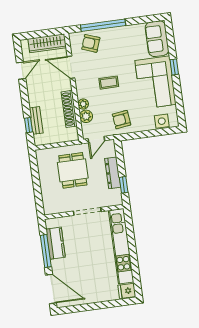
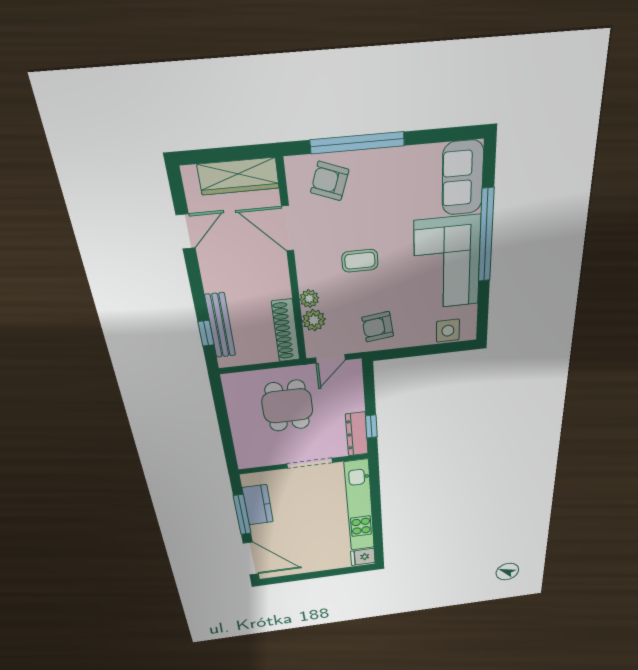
window: (174, 67) -> (486, 236), width x3.17
shoe rack: (69, 109) -> (286, 331), moved
bench: (36, 120) -> (220, 326), width x1.36
dresser: (113, 173) -> (357, 434), moved

